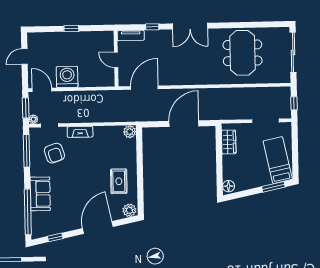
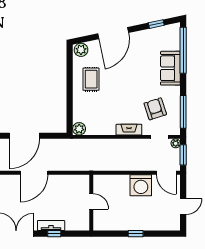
tv unit: (131, 35) -> (51, 226), moved
door: (144, 88) -> (34, 173), moved

